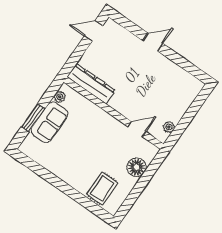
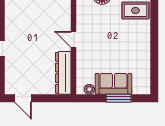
door: (137, 129) -> (74, 39), moved

